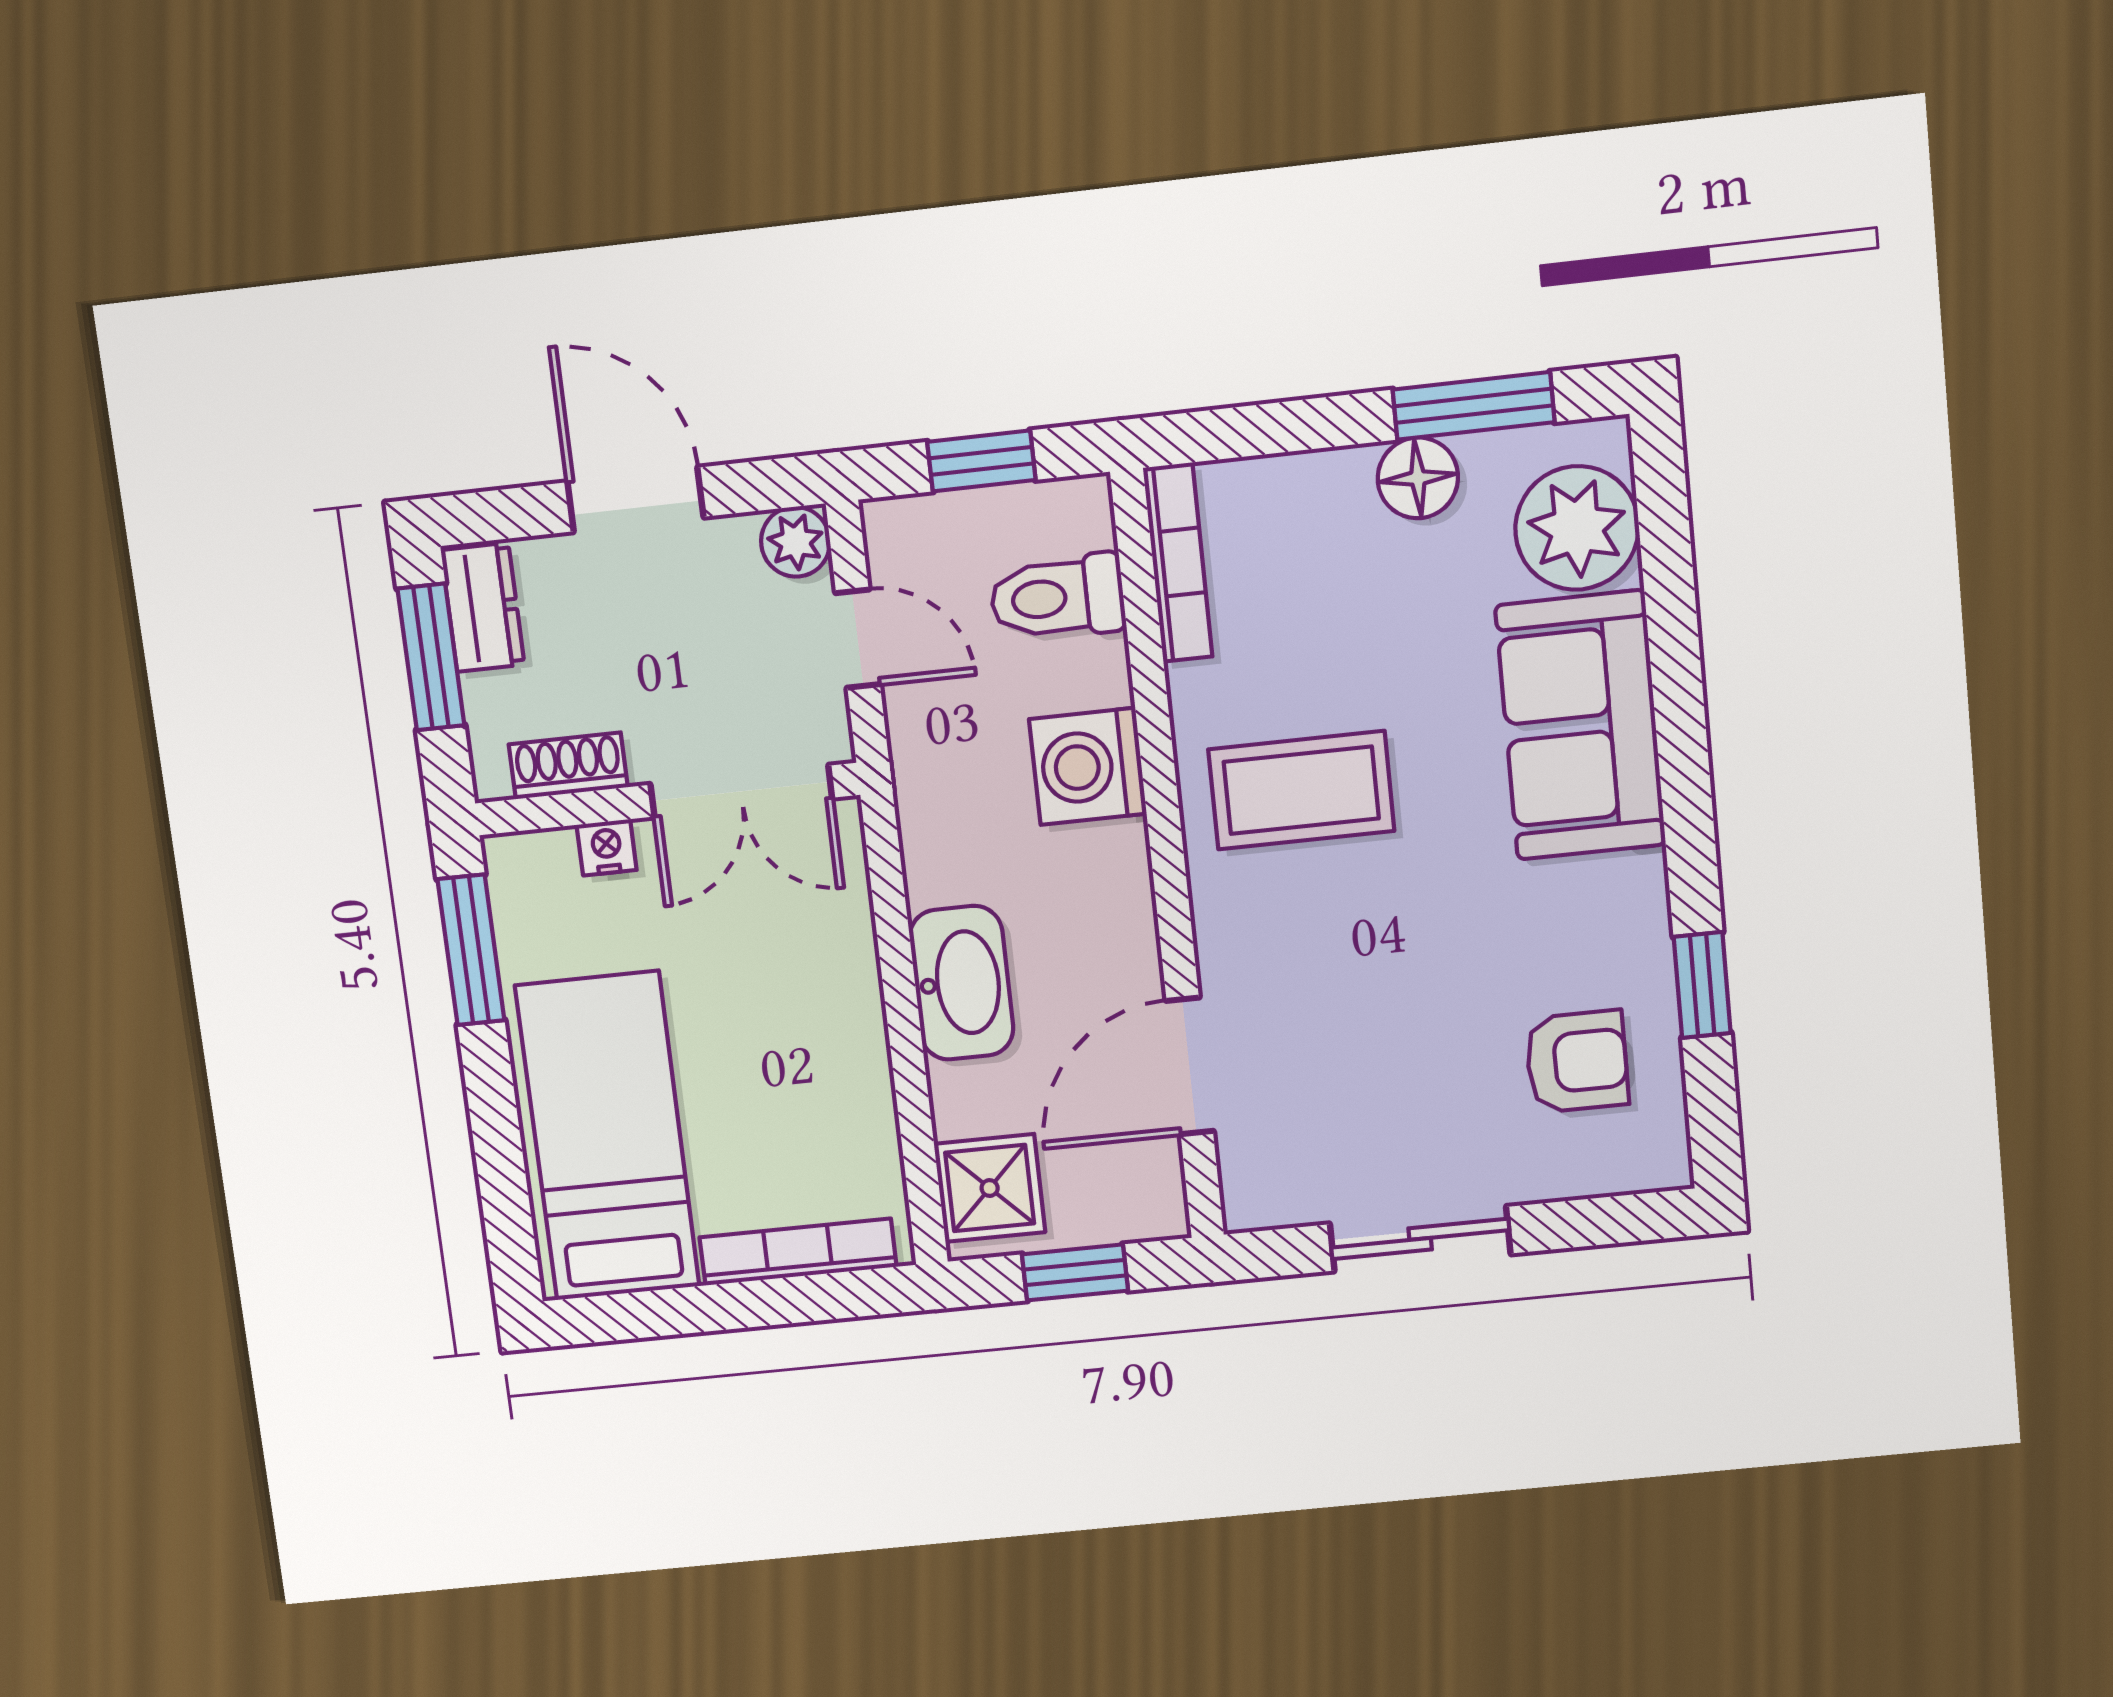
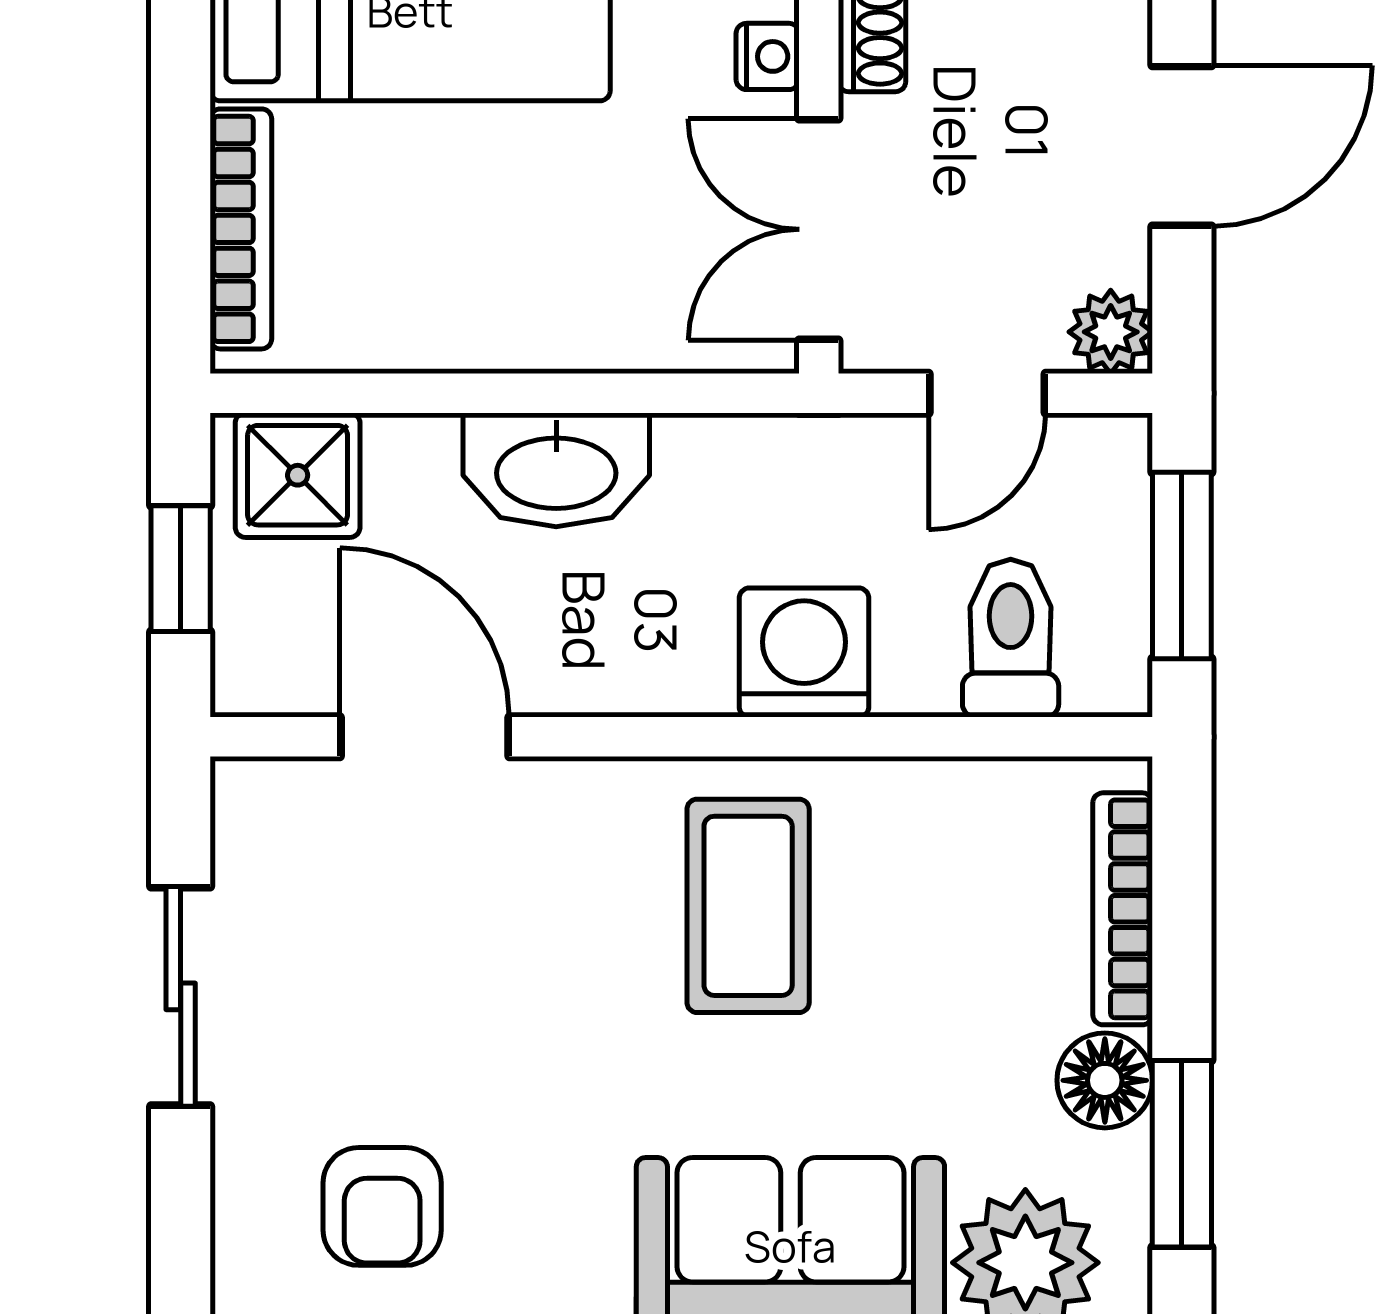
window: (981, 461) -> (1182, 565), width x1.50
bookcase: (1178, 563) -> (1123, 909), moved, turned 90

